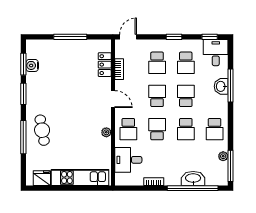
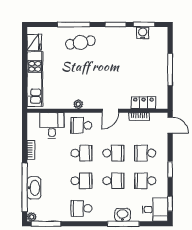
school desk: (186, 129) -> (81, 181), turned 180
plant: (223, 156) -> (32, 217), moved

